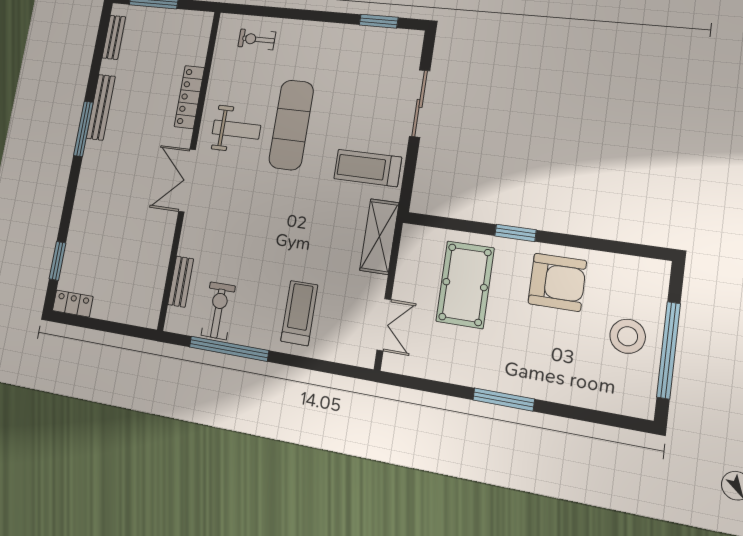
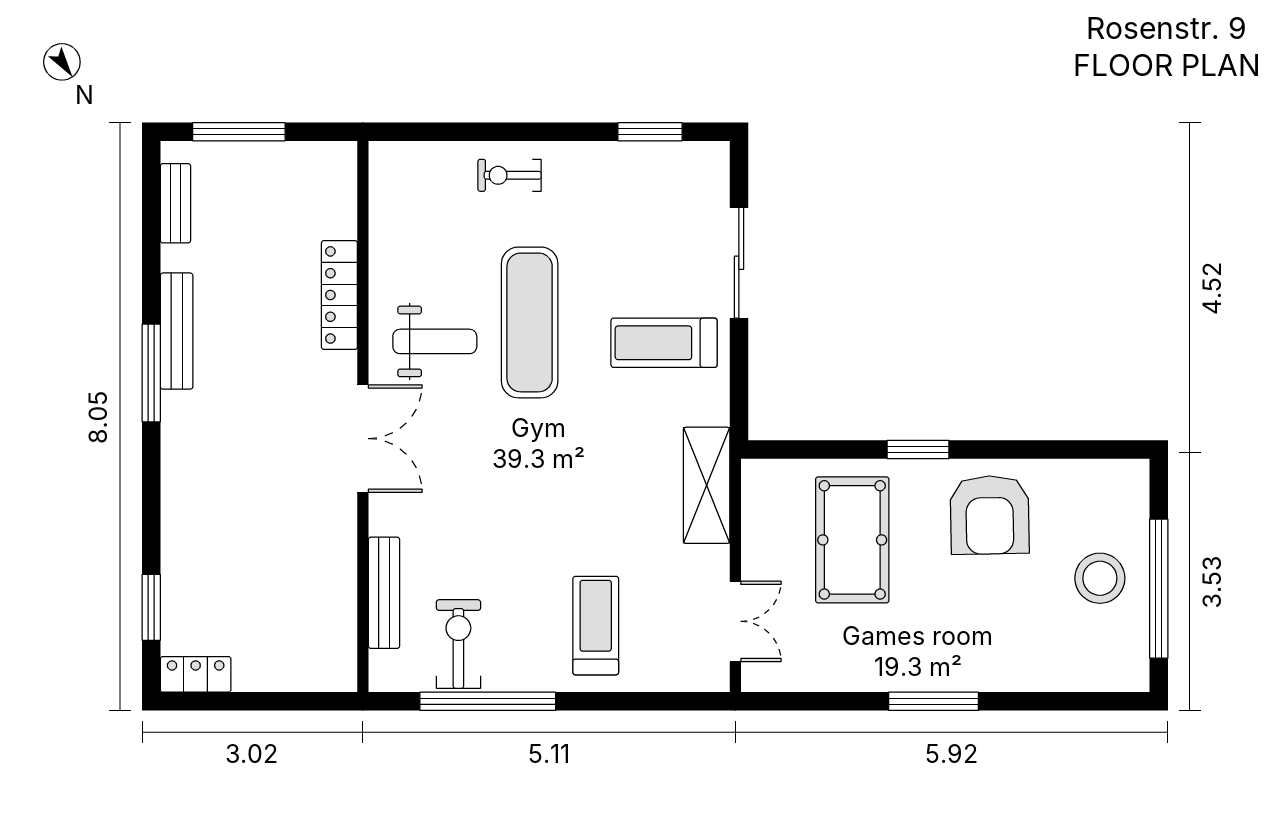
exercise bike: (257, 39) -> (510, 175), moved
treadmill: (368, 168) -> (664, 343), moved
double door: (187, 181) -> (363, 439), swing flipped
bench: (181, 282) -> (384, 593), width x1.36
armchair: (557, 282) -> (990, 515), turned 89

